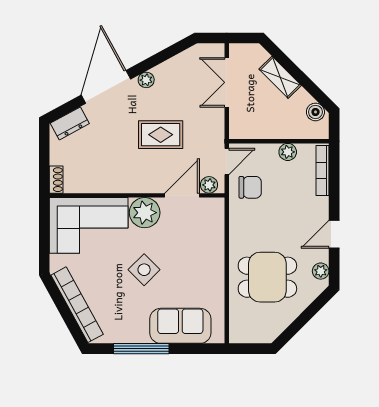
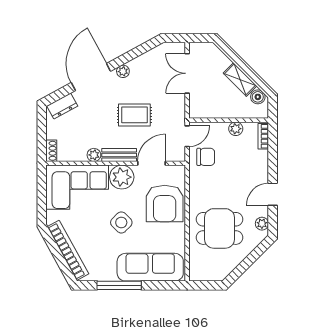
shelving: (280, 77) -> (240, 79), moved
bookcase: (322, 170) -> (263, 136), width x0.64
bench: (141, 185) -> (119, 155), added
plant: (209, 185) -> (94, 155), moved
armchair: (199, 246) -> (165, 204), added
sofa: (180, 326) -> (150, 267), width x1.36

